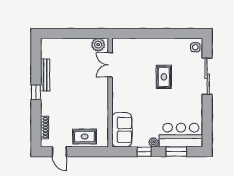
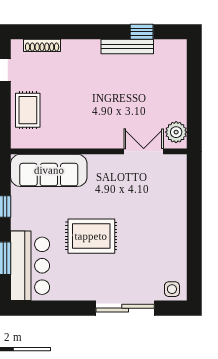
rug: (164, 77) -> (91, 236), moved, width x1.36, depth x1.43
window: (36, 92) -> (142, 32), moved
sofa: (122, 130) -> (49, 170), width x1.36
plant: (154, 142) -> (18, 222), removed

